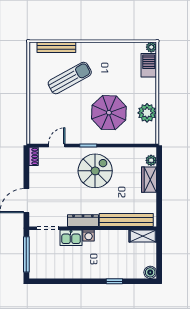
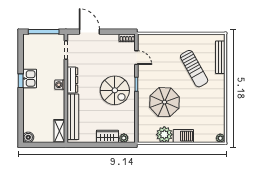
barbecue: (149, 65) -> (183, 136), moved
kitchen sink: (71, 238) -> (30, 79), moved, turned 180
window: (114, 281) -> (21, 81), moved

